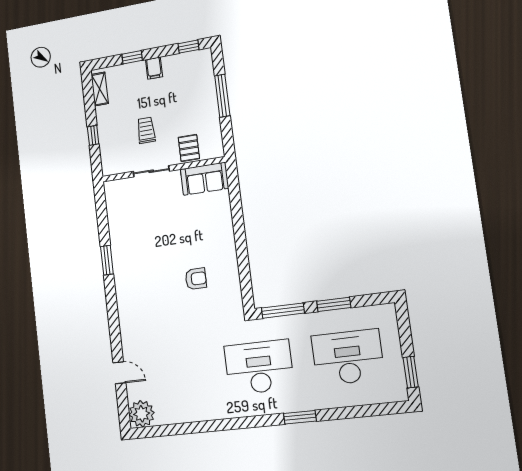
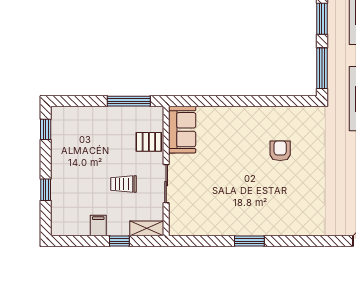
filing cabinet: (154, 68) -> (98, 225), moved, turned -90
shelving: (100, 89) -> (147, 228), moved
window: (222, 96) -> (129, 101), moved

